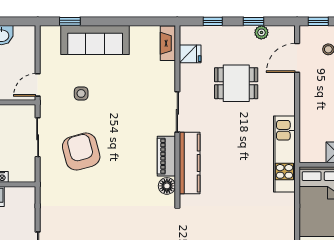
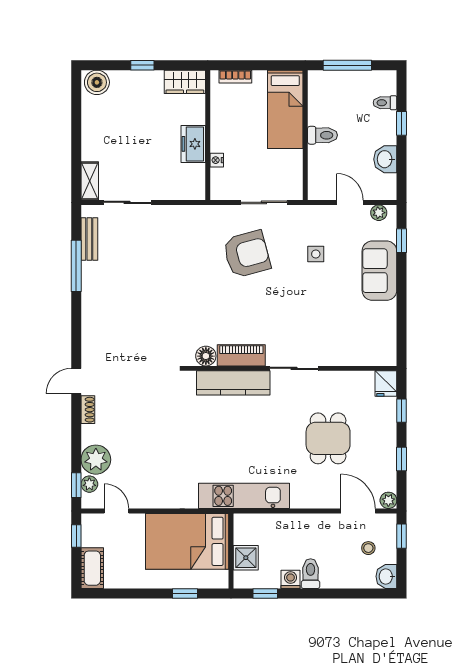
plant: (261, 32) -> (388, 500), moved
sofa: (95, 40) -> (379, 271), width x0.73
plant: (46, 41) -> (379, 213), added
fireplace: (168, 43) -> (376, 357), removed
fridge: (190, 54) -> (386, 384), moved
door: (38, 85) -> (350, 202), moved

